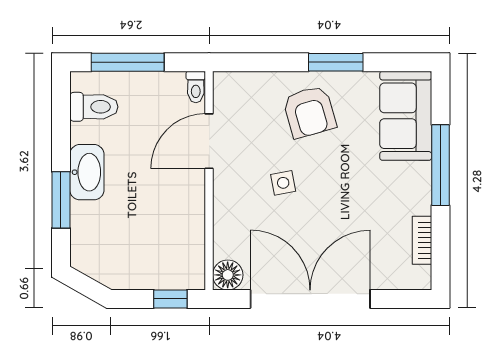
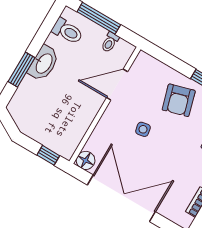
toilet: (196, 87) -> (110, 42), moved

